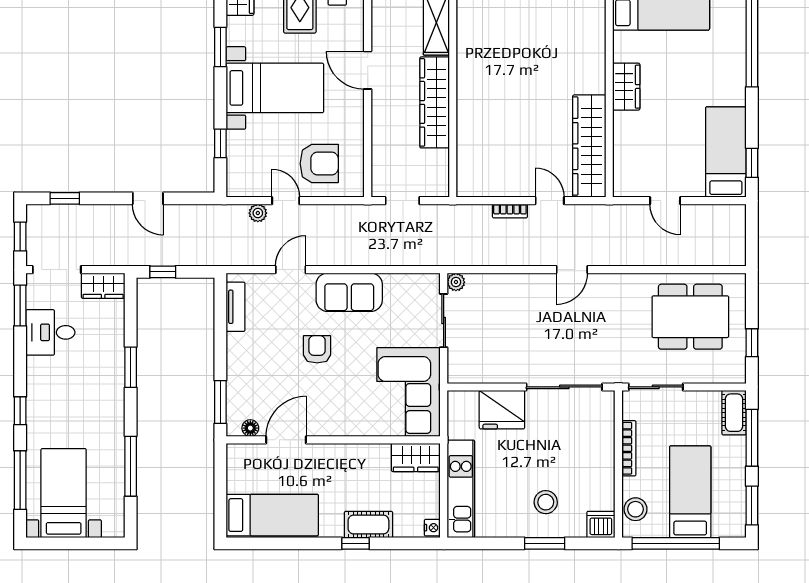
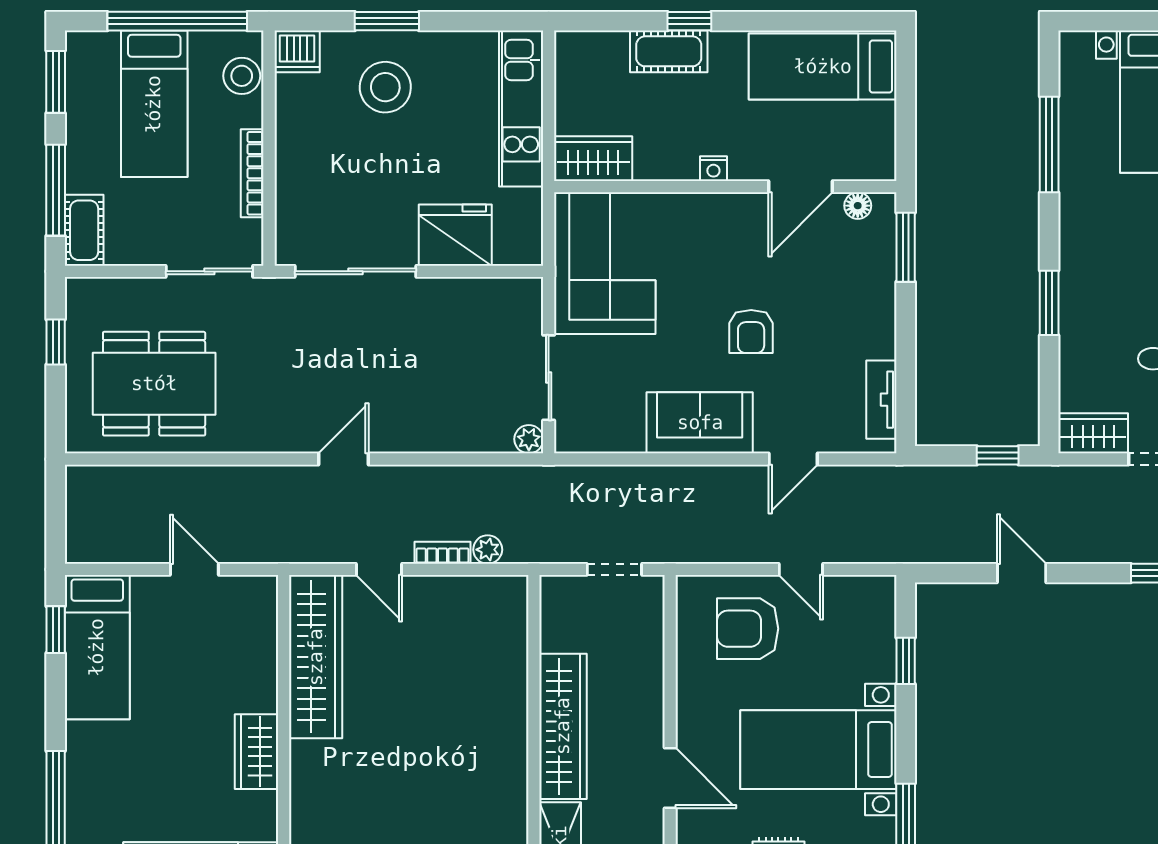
plant: (258, 213) -> (488, 550), moved
stool: (546, 502) -> (385, 87), width x1.38, depth x1.38
nightstand: (432, 528) -> (713, 169), moved, turned -90

